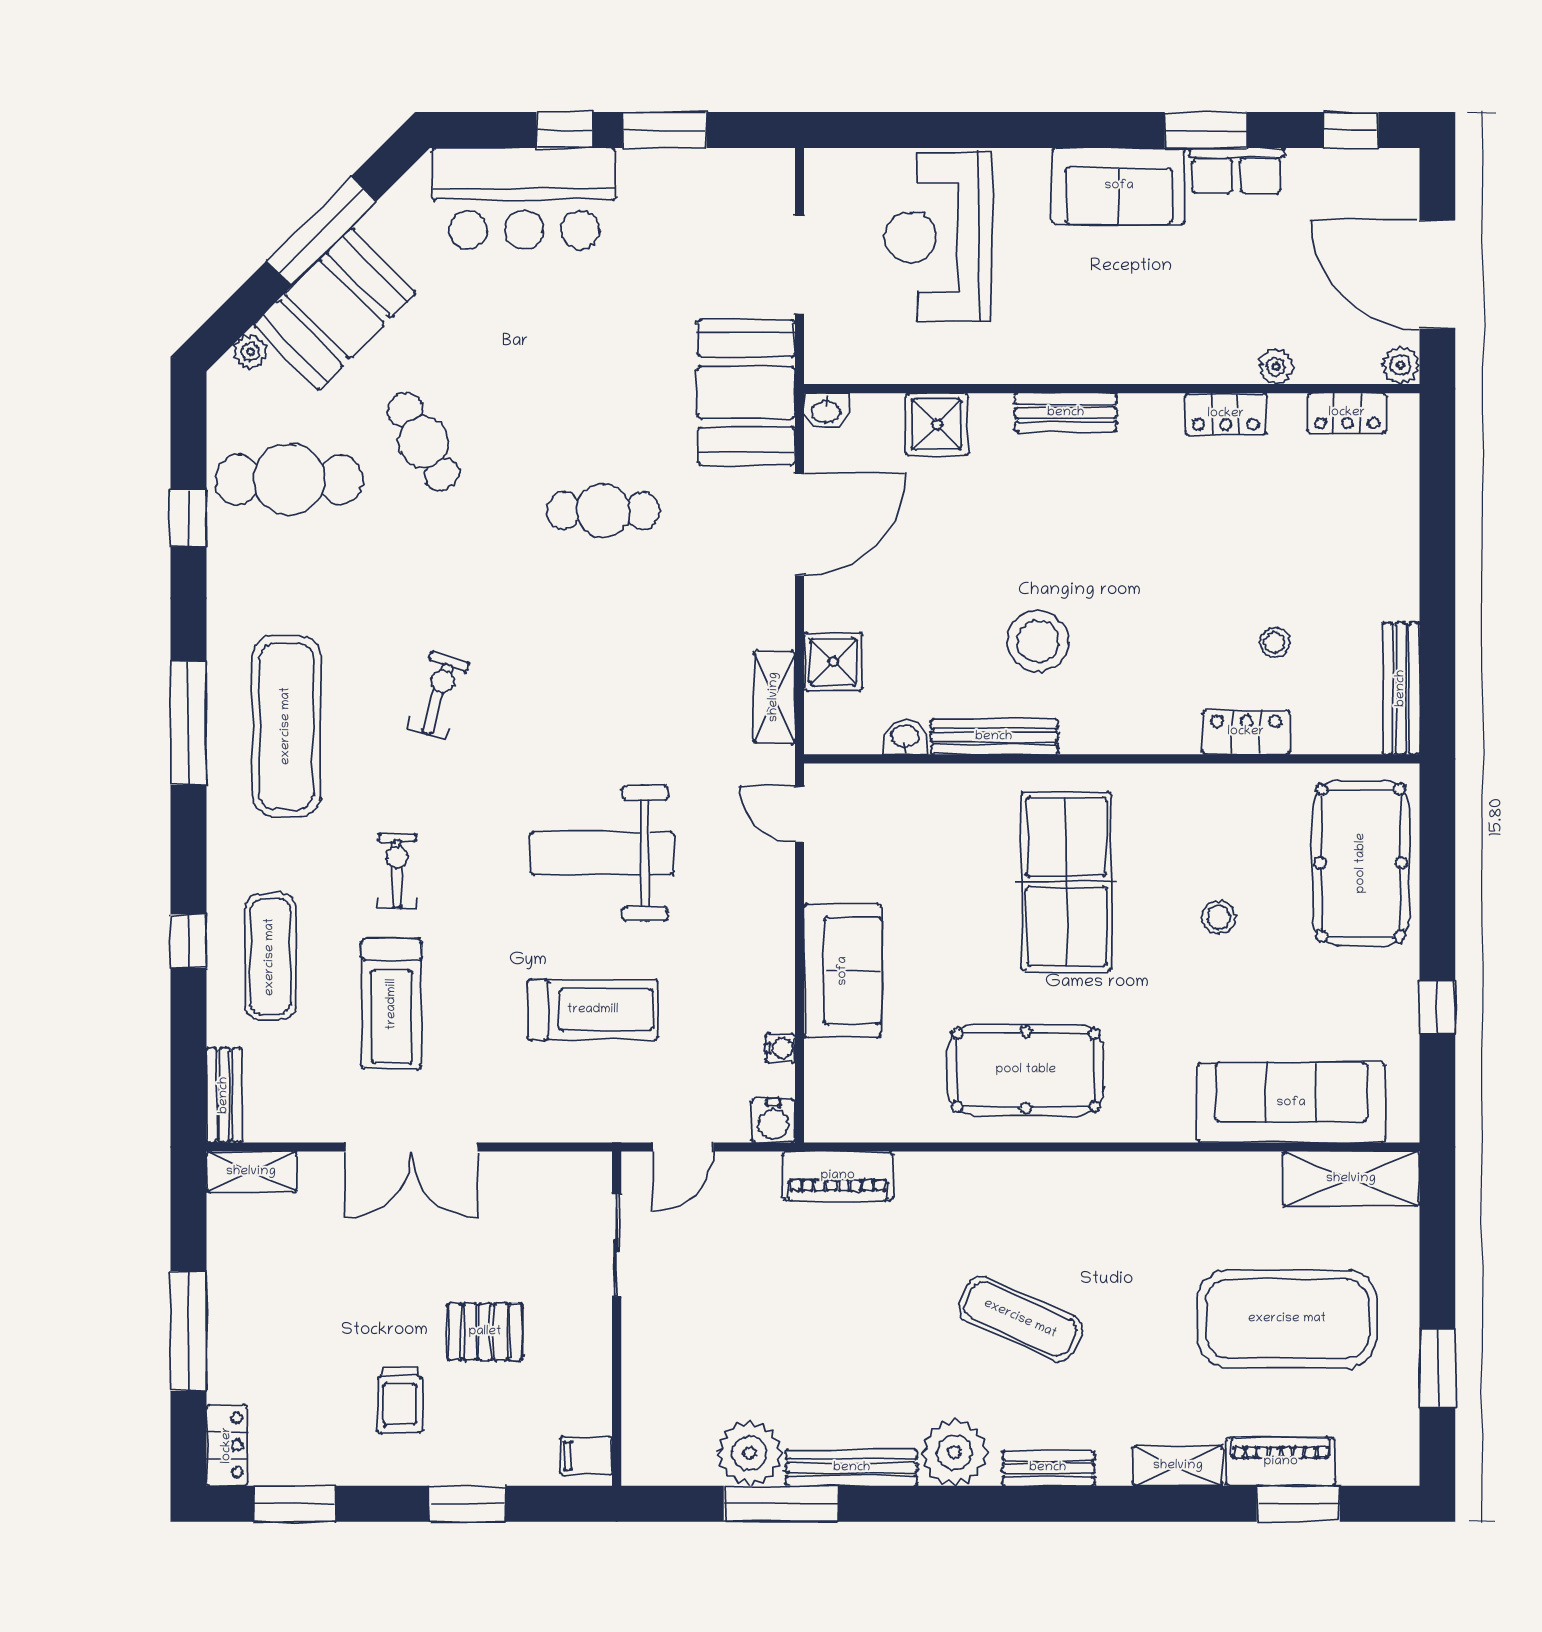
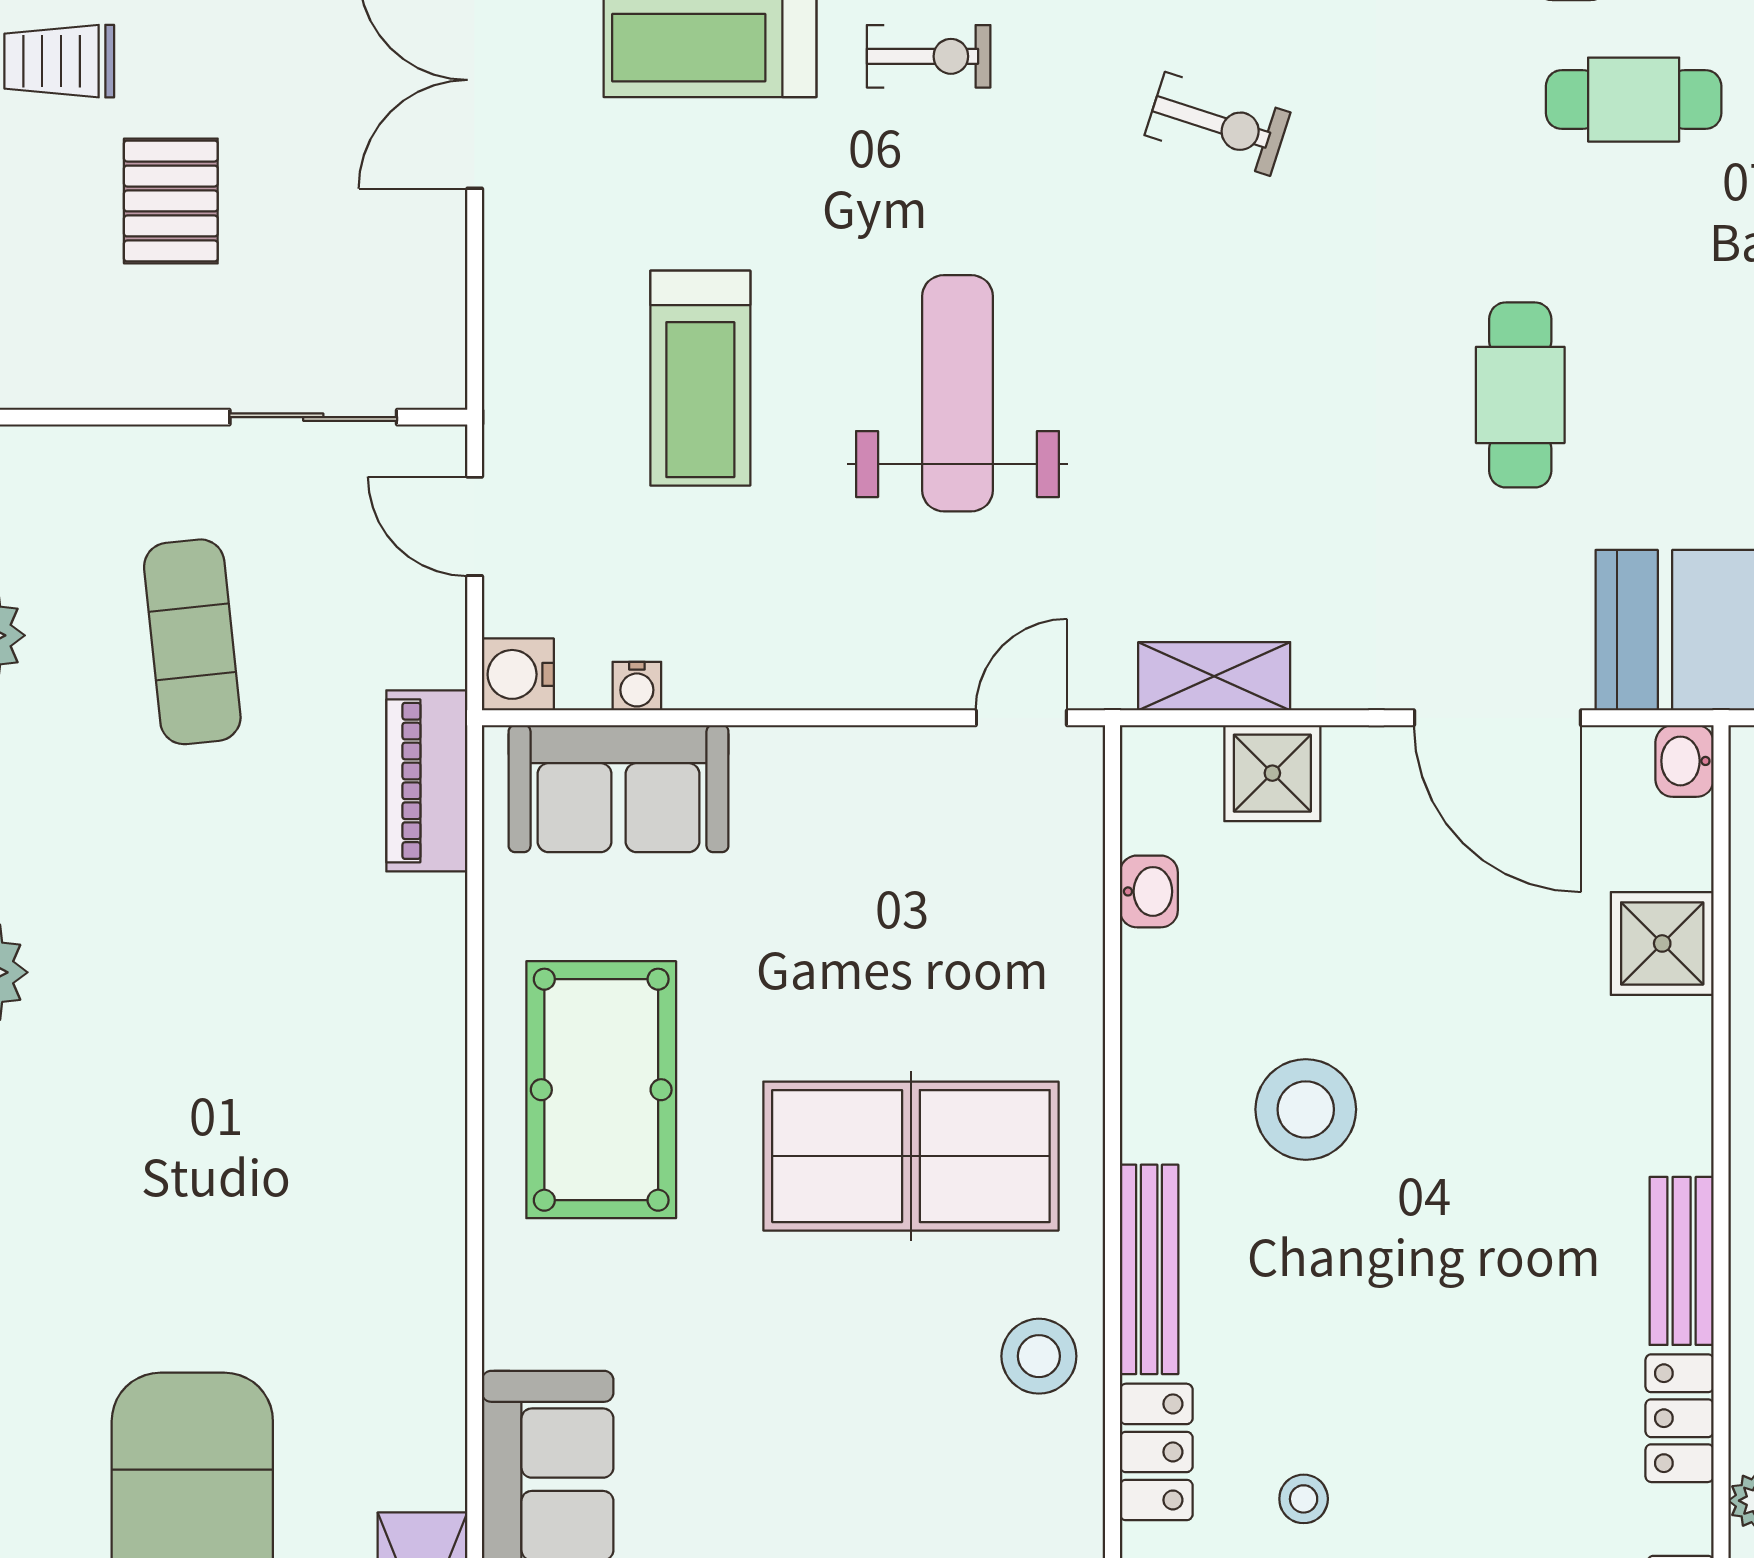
bench: (1066, 413) -> (1682, 1261), moved
cafe table: (423, 442) -> (1634, 100), turned 30
bench: (994, 737) -> (1149, 1269), moved
stool: (1219, 917) -> (1039, 1356), moved, width x1.37, depth x1.37
sofa: (843, 971) -> (619, 789), moved
exercise mat: (1020, 1319) -> (192, 642), moved, turned -30

